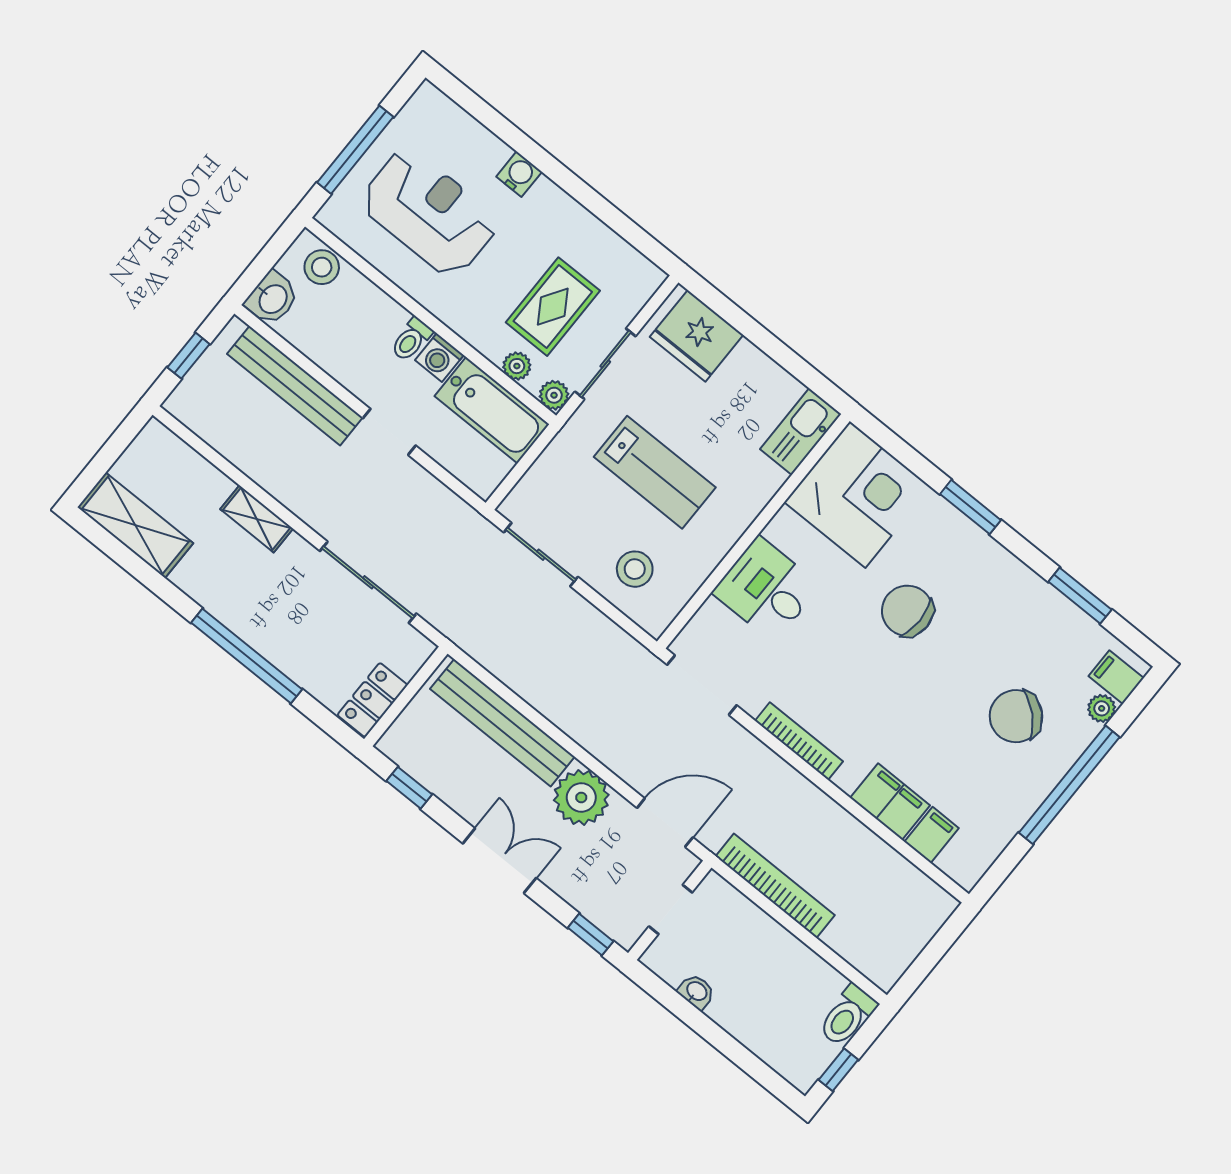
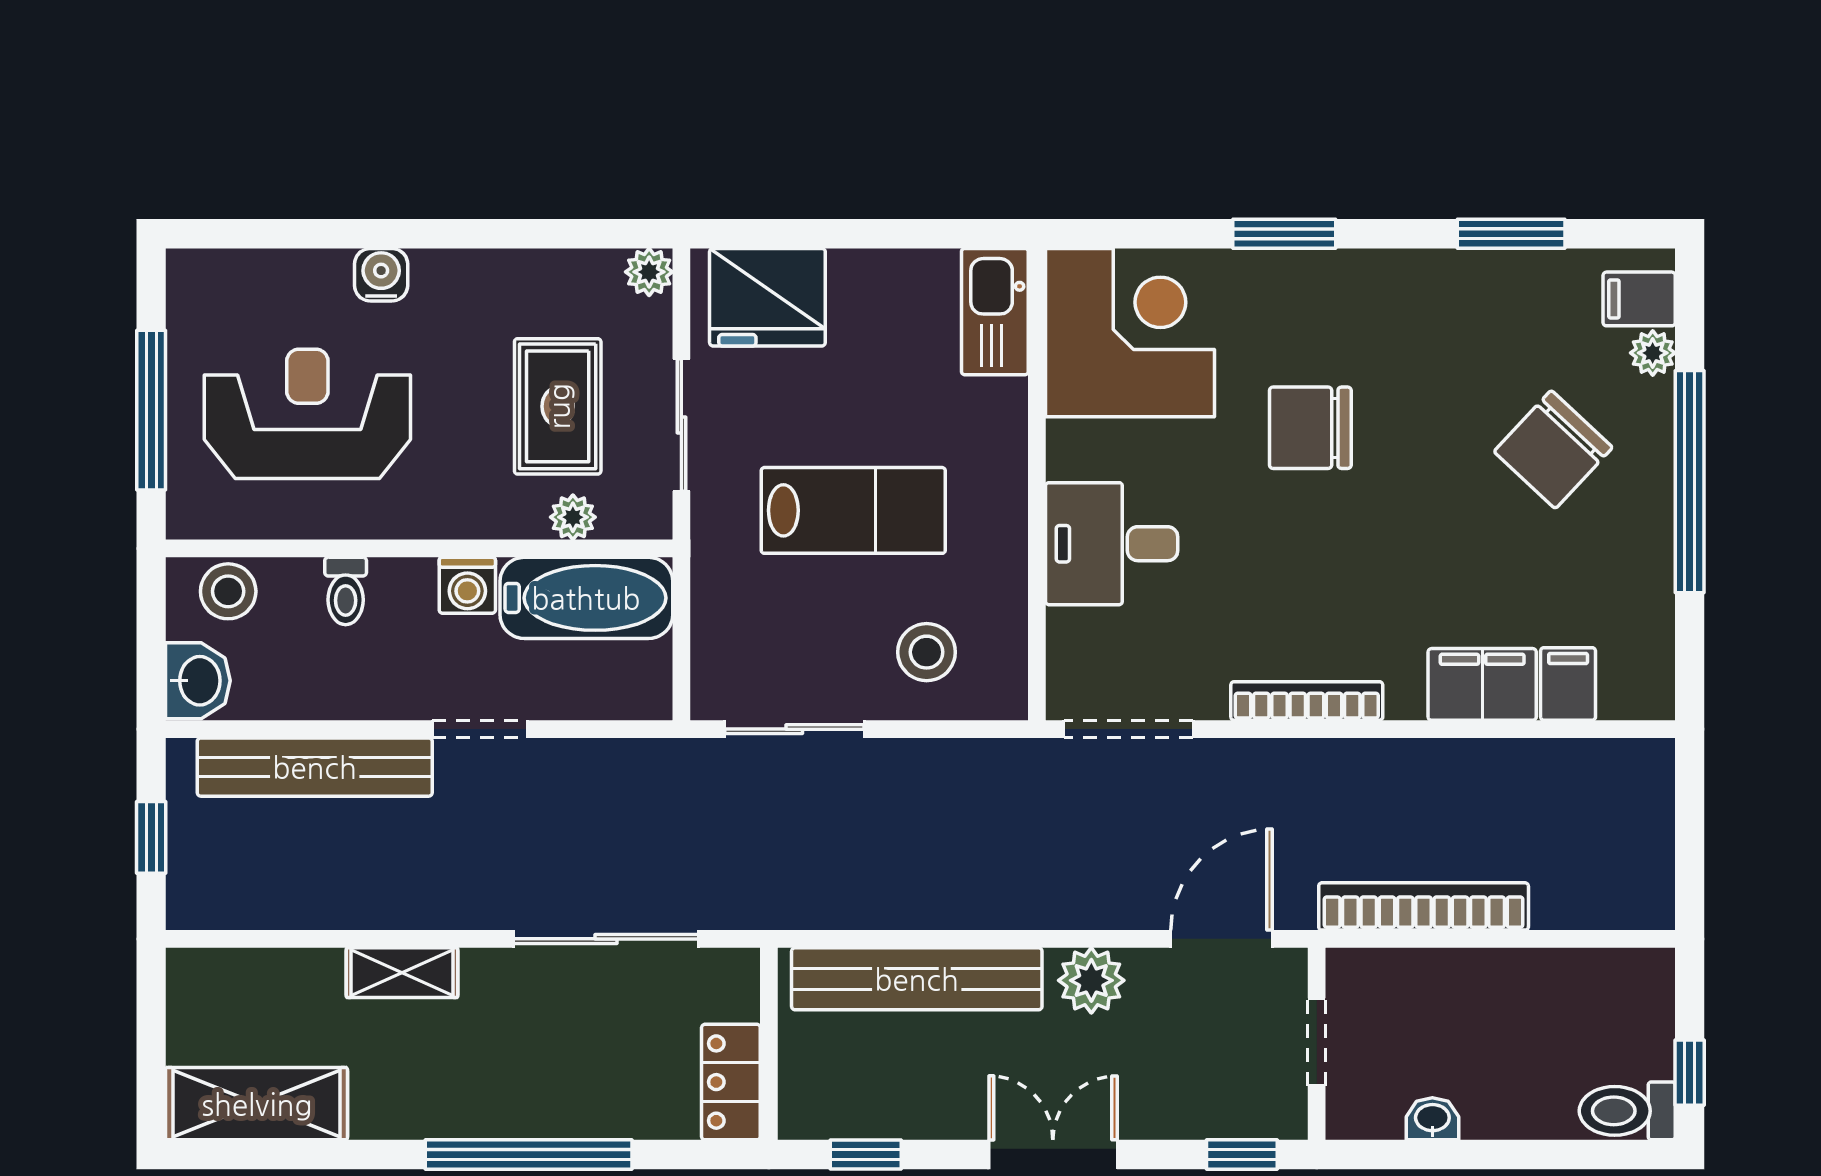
toilet: (411, 339) -> (346, 591), moved
plant: (554, 395) -> (649, 272), moved
plant: (581, 797) -> (1091, 980), width x0.73, depth x0.73
toilet: (847, 1016) -> (1627, 1111), moved, turned 90

